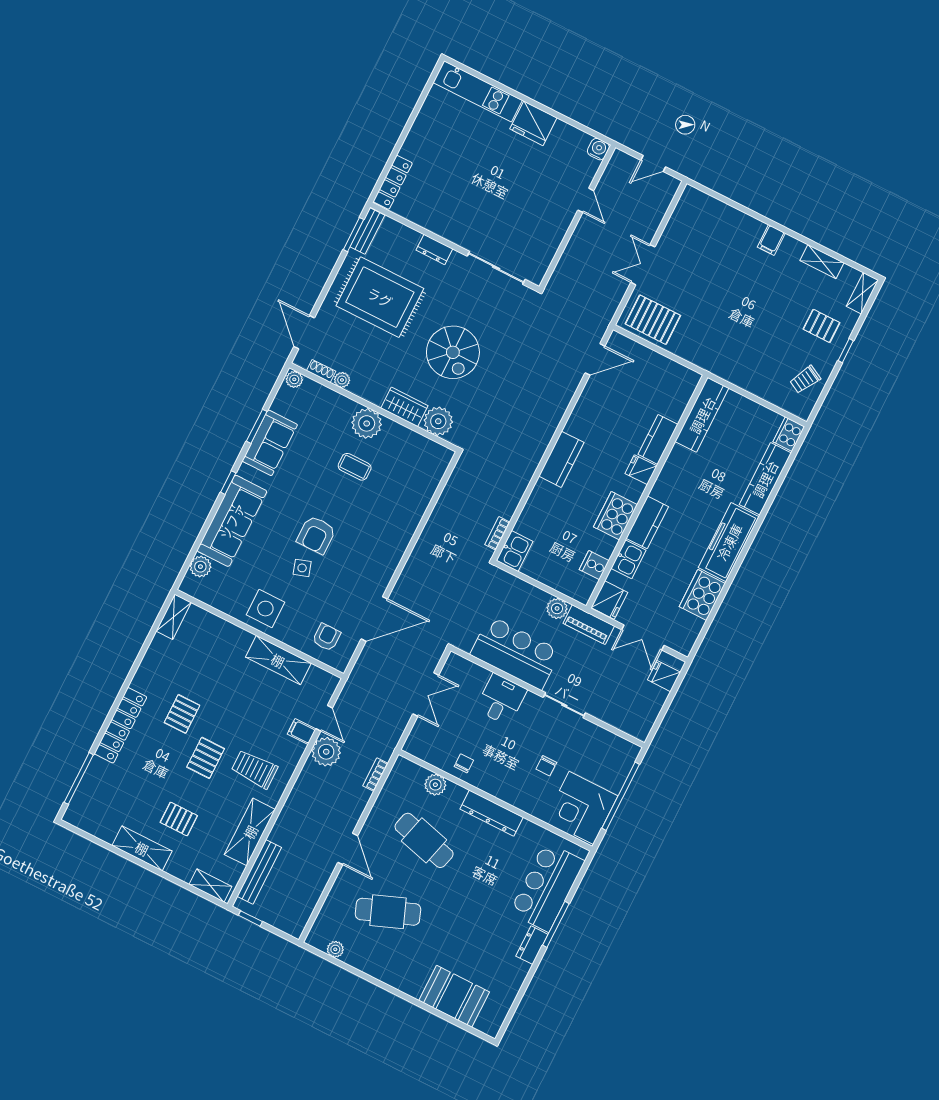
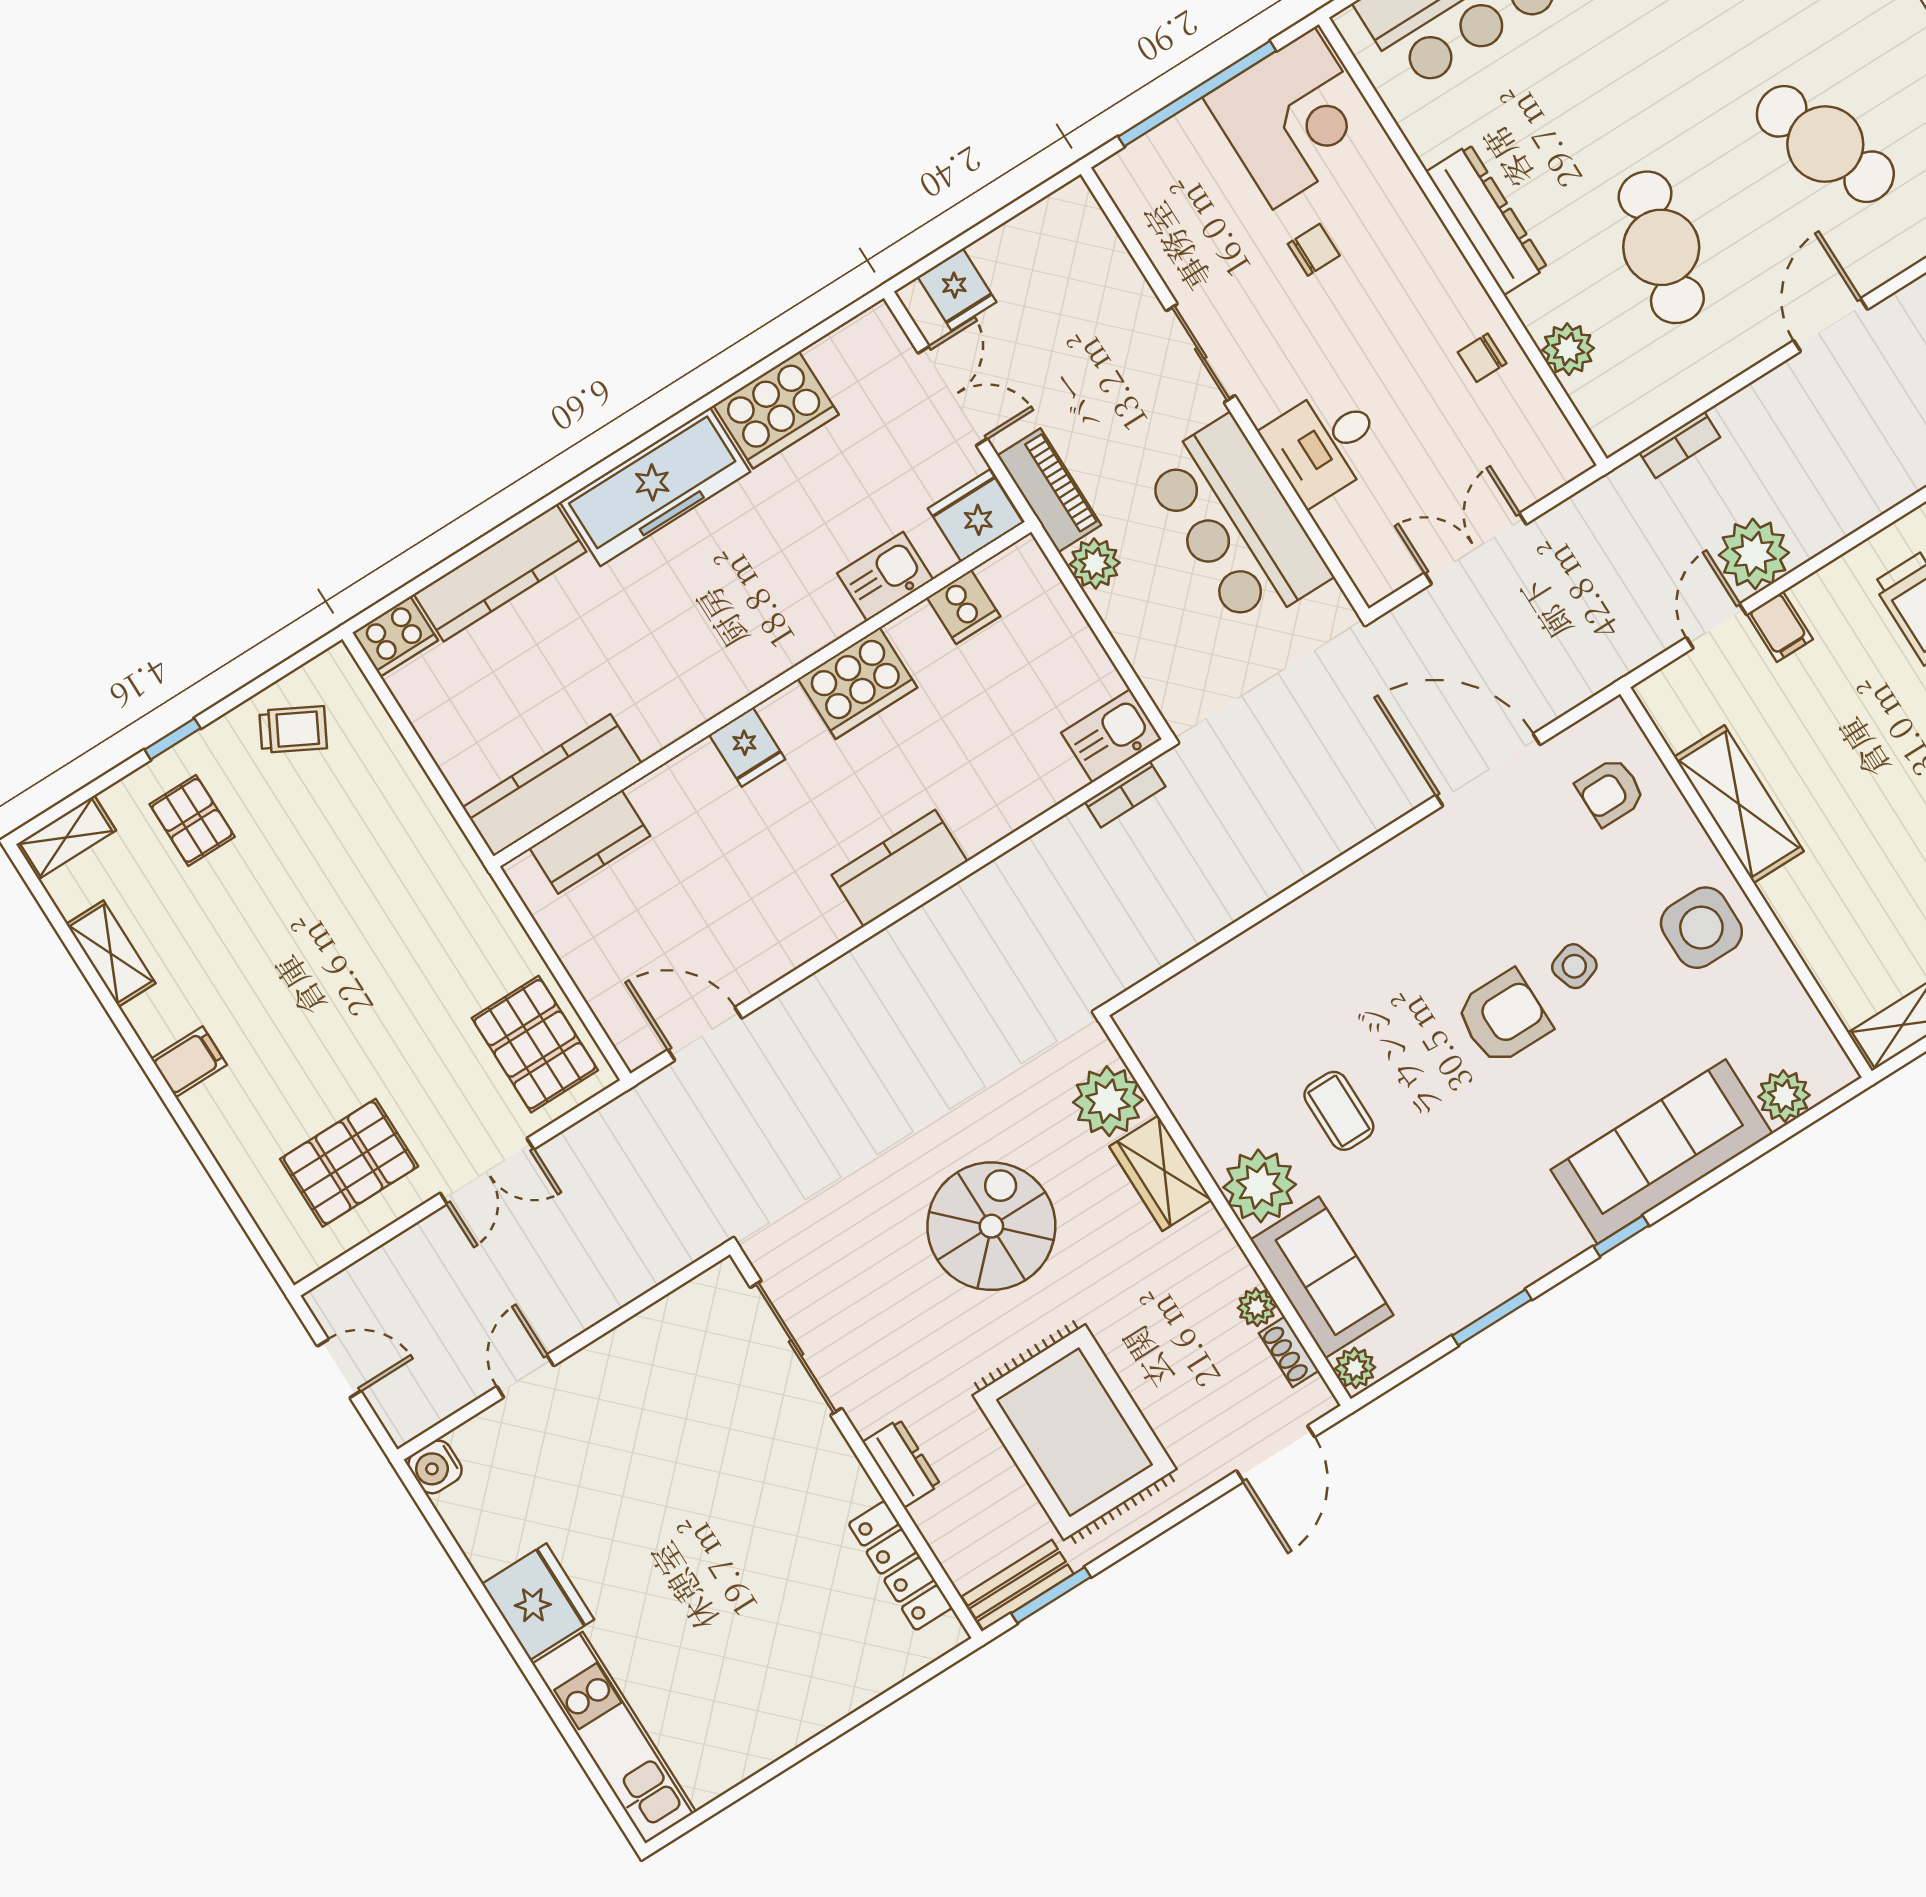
locker: (393, 182) -> (900, 1566), moved, turned -90
pallet: (693, 238) -> (349, 1163), added
kitchen counter: (658, 439) -> (590, 842), moved
sofa: (270, 443) -> (1322, 1277), moved, turned 90
kitchen counter: (647, 522) -> (800, 630), removed

